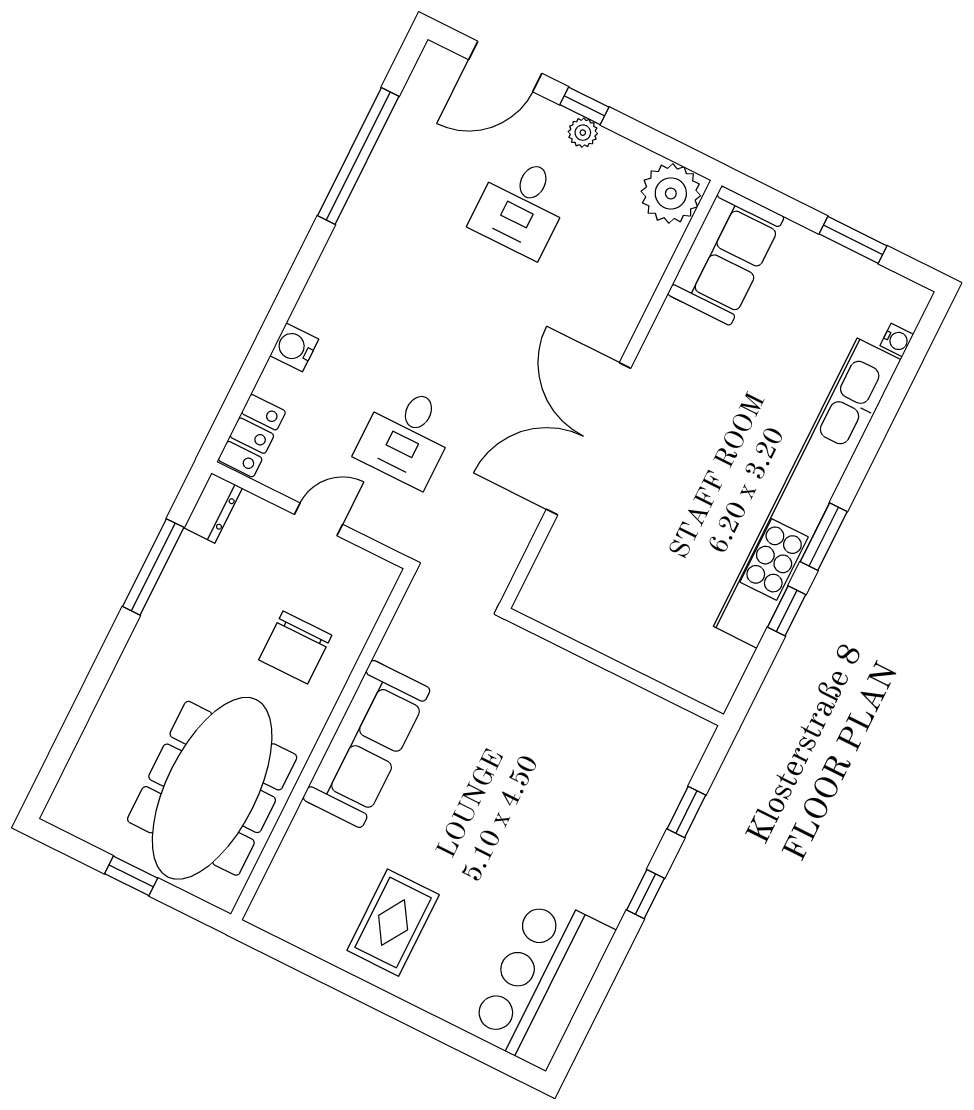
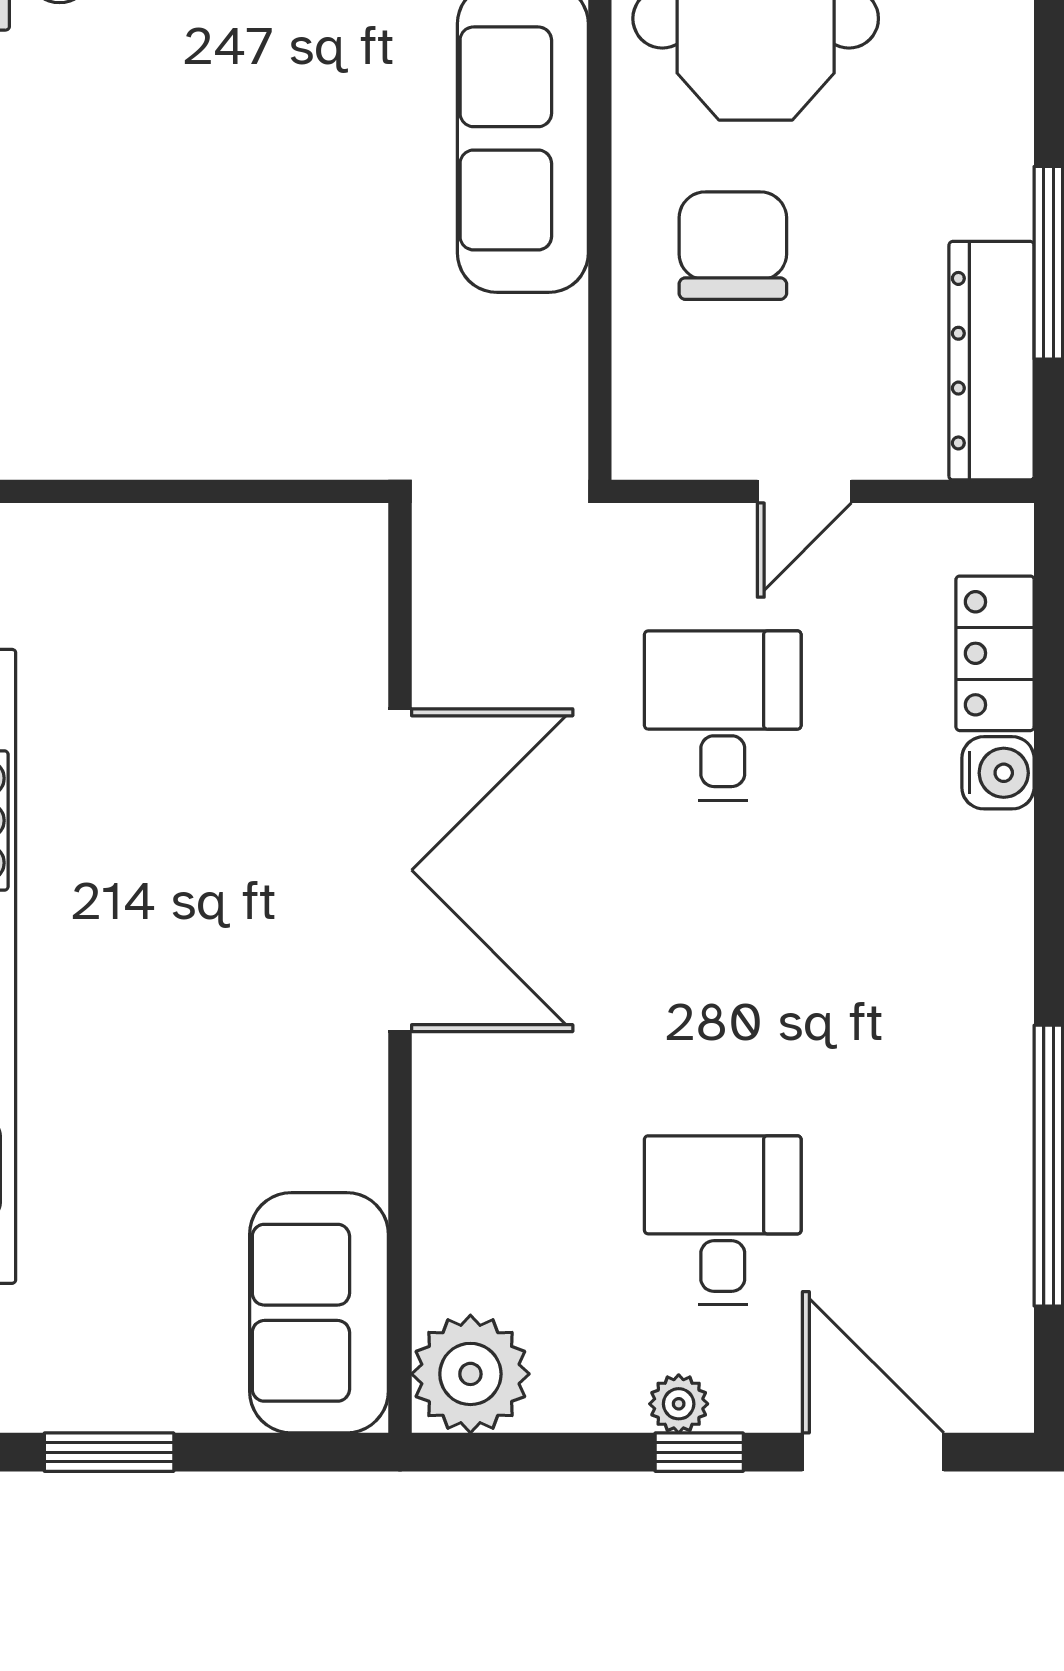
door: (505, 66) -> (873, 1452), hinge flipped
locker: (252, 436) -> (995, 653), moved
dresser: (213, 508) -> (991, 361), width x1.96, depth x1.24

